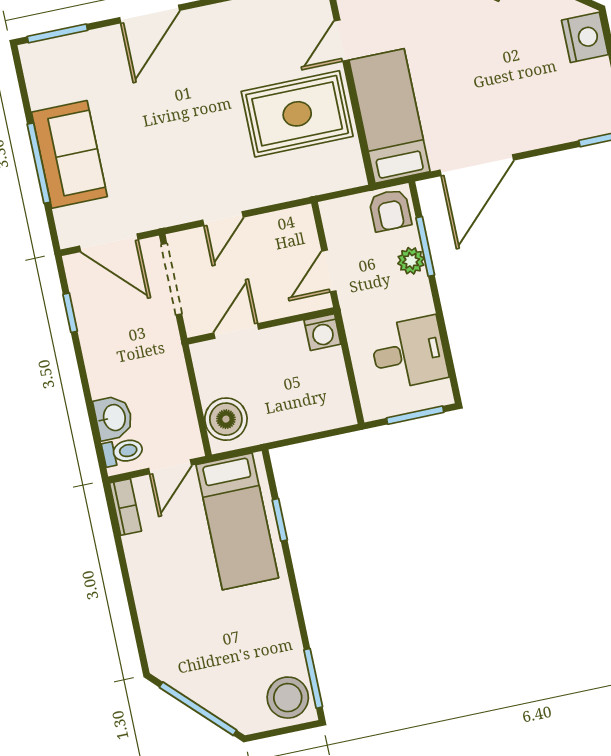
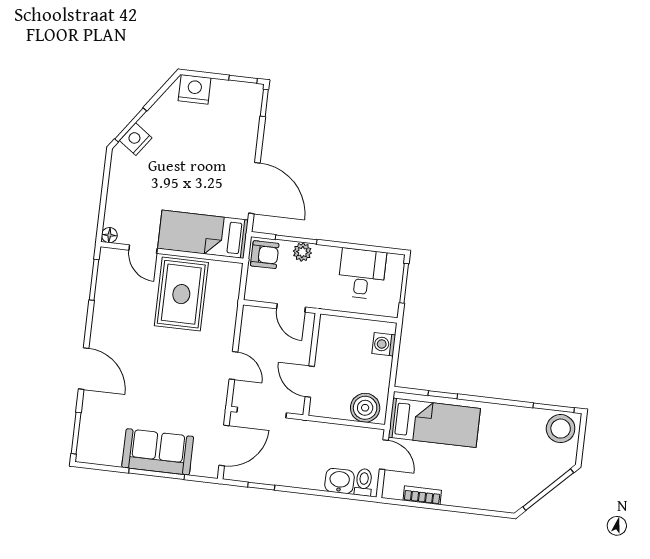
washing machine: (322, 332) -> (384, 344), moved, turned 180
bookcase: (125, 507) -> (422, 495), moved

